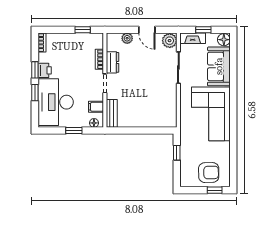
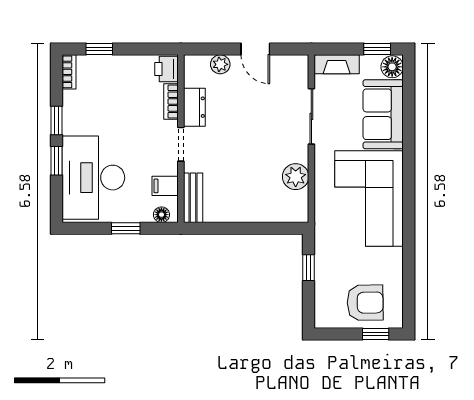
window: (83, 30) -> (99, 49), moved
window: (203, 30) -> (377, 49), moved
plant: (170, 41) -> (296, 177), moved
printer: (45, 70) -> (167, 69), moved, turned 180

